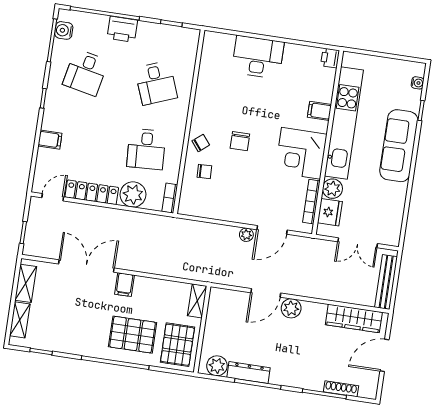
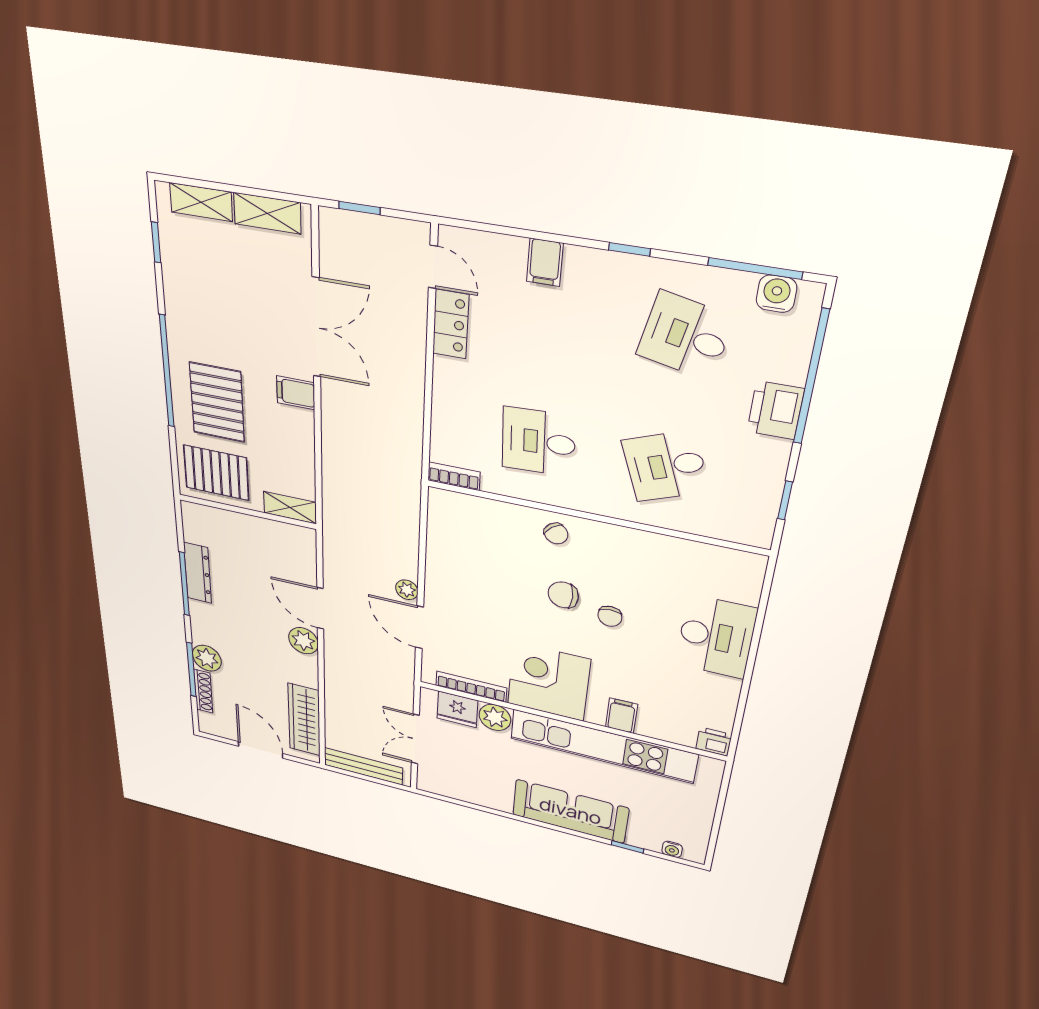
chair: (204, 172) -> (610, 616), moved
locker: (92, 192) -> (451, 324), width x0.66
plant: (133, 194) -> (454, 415), removed
plant: (217, 366) -> (207, 658), moved

